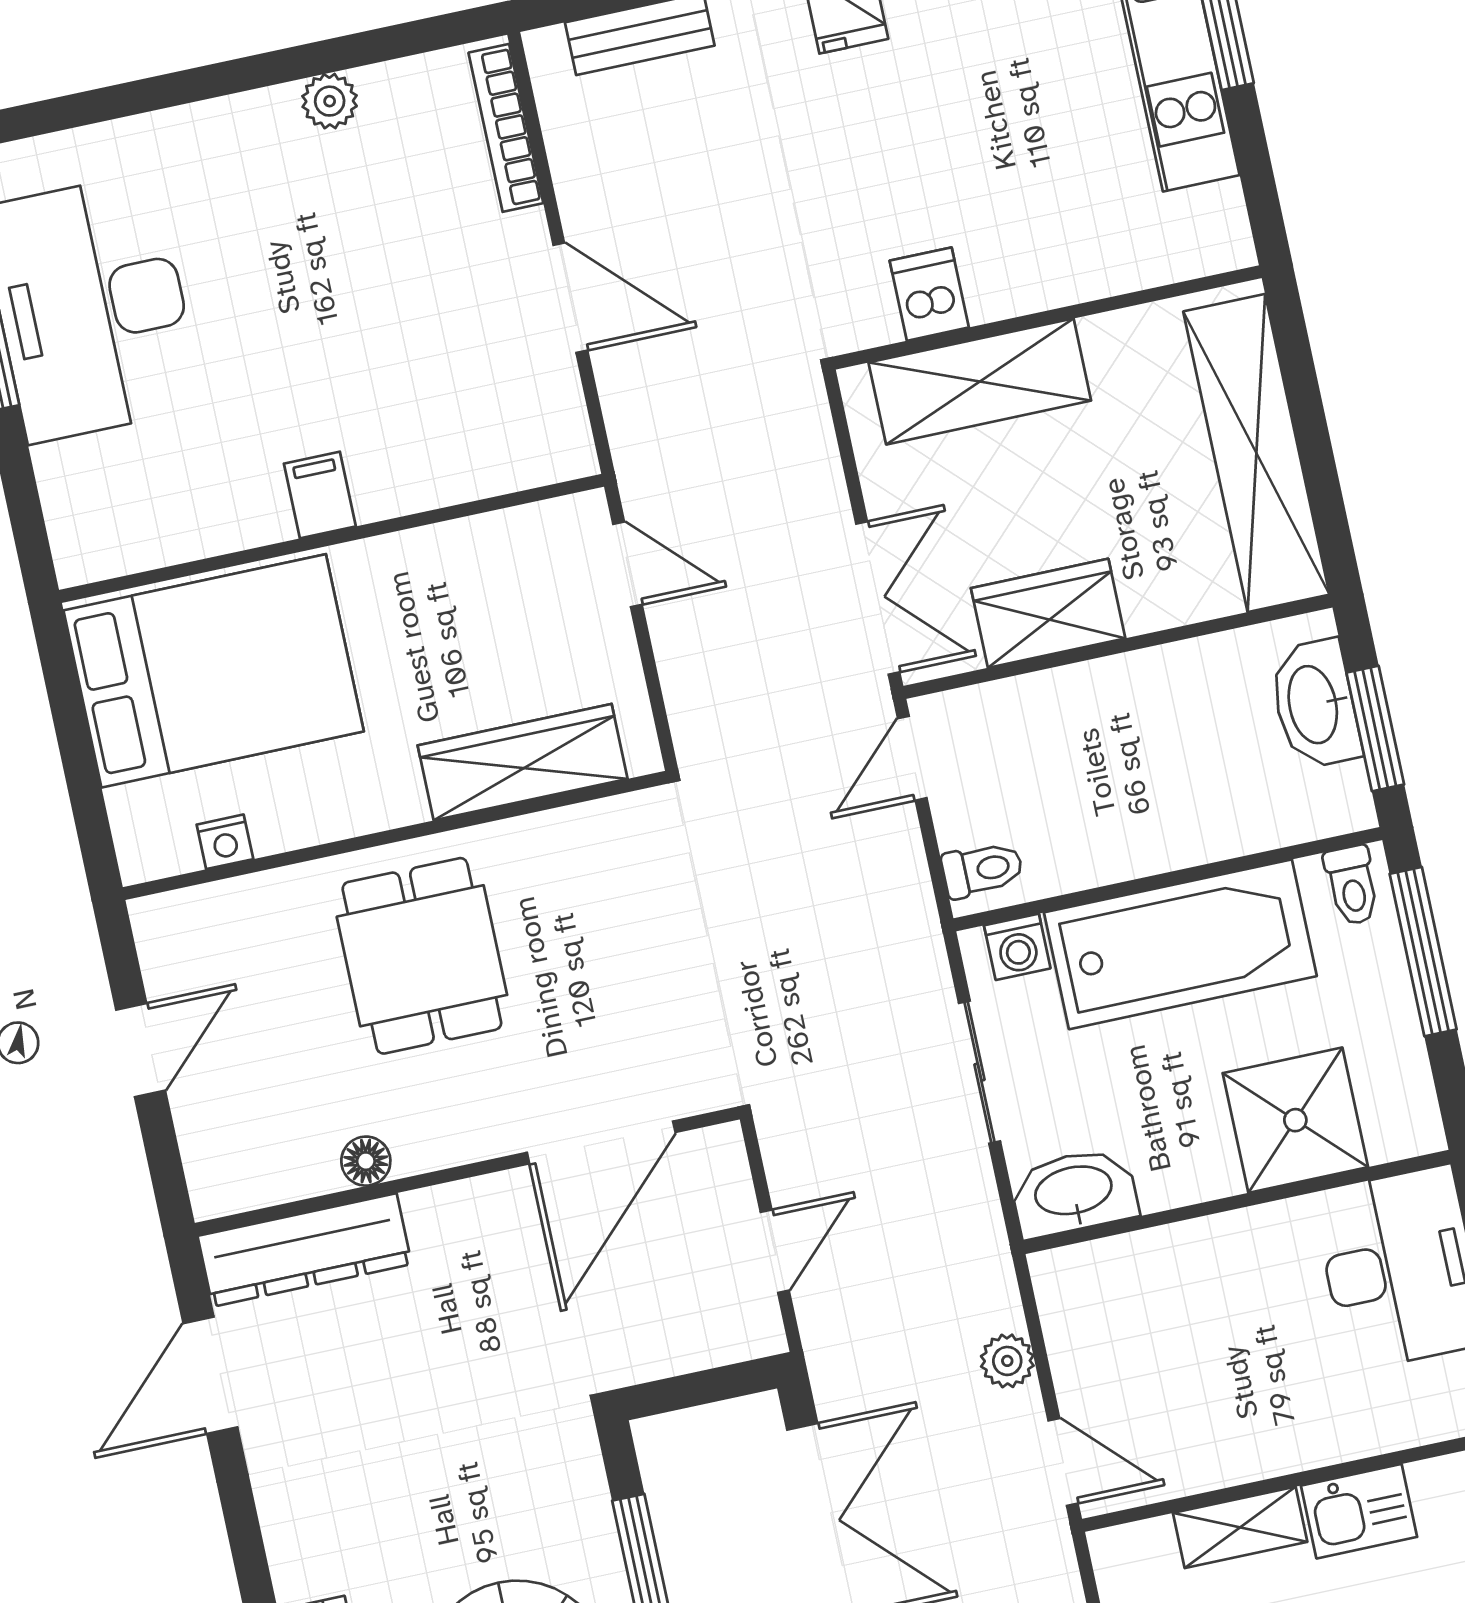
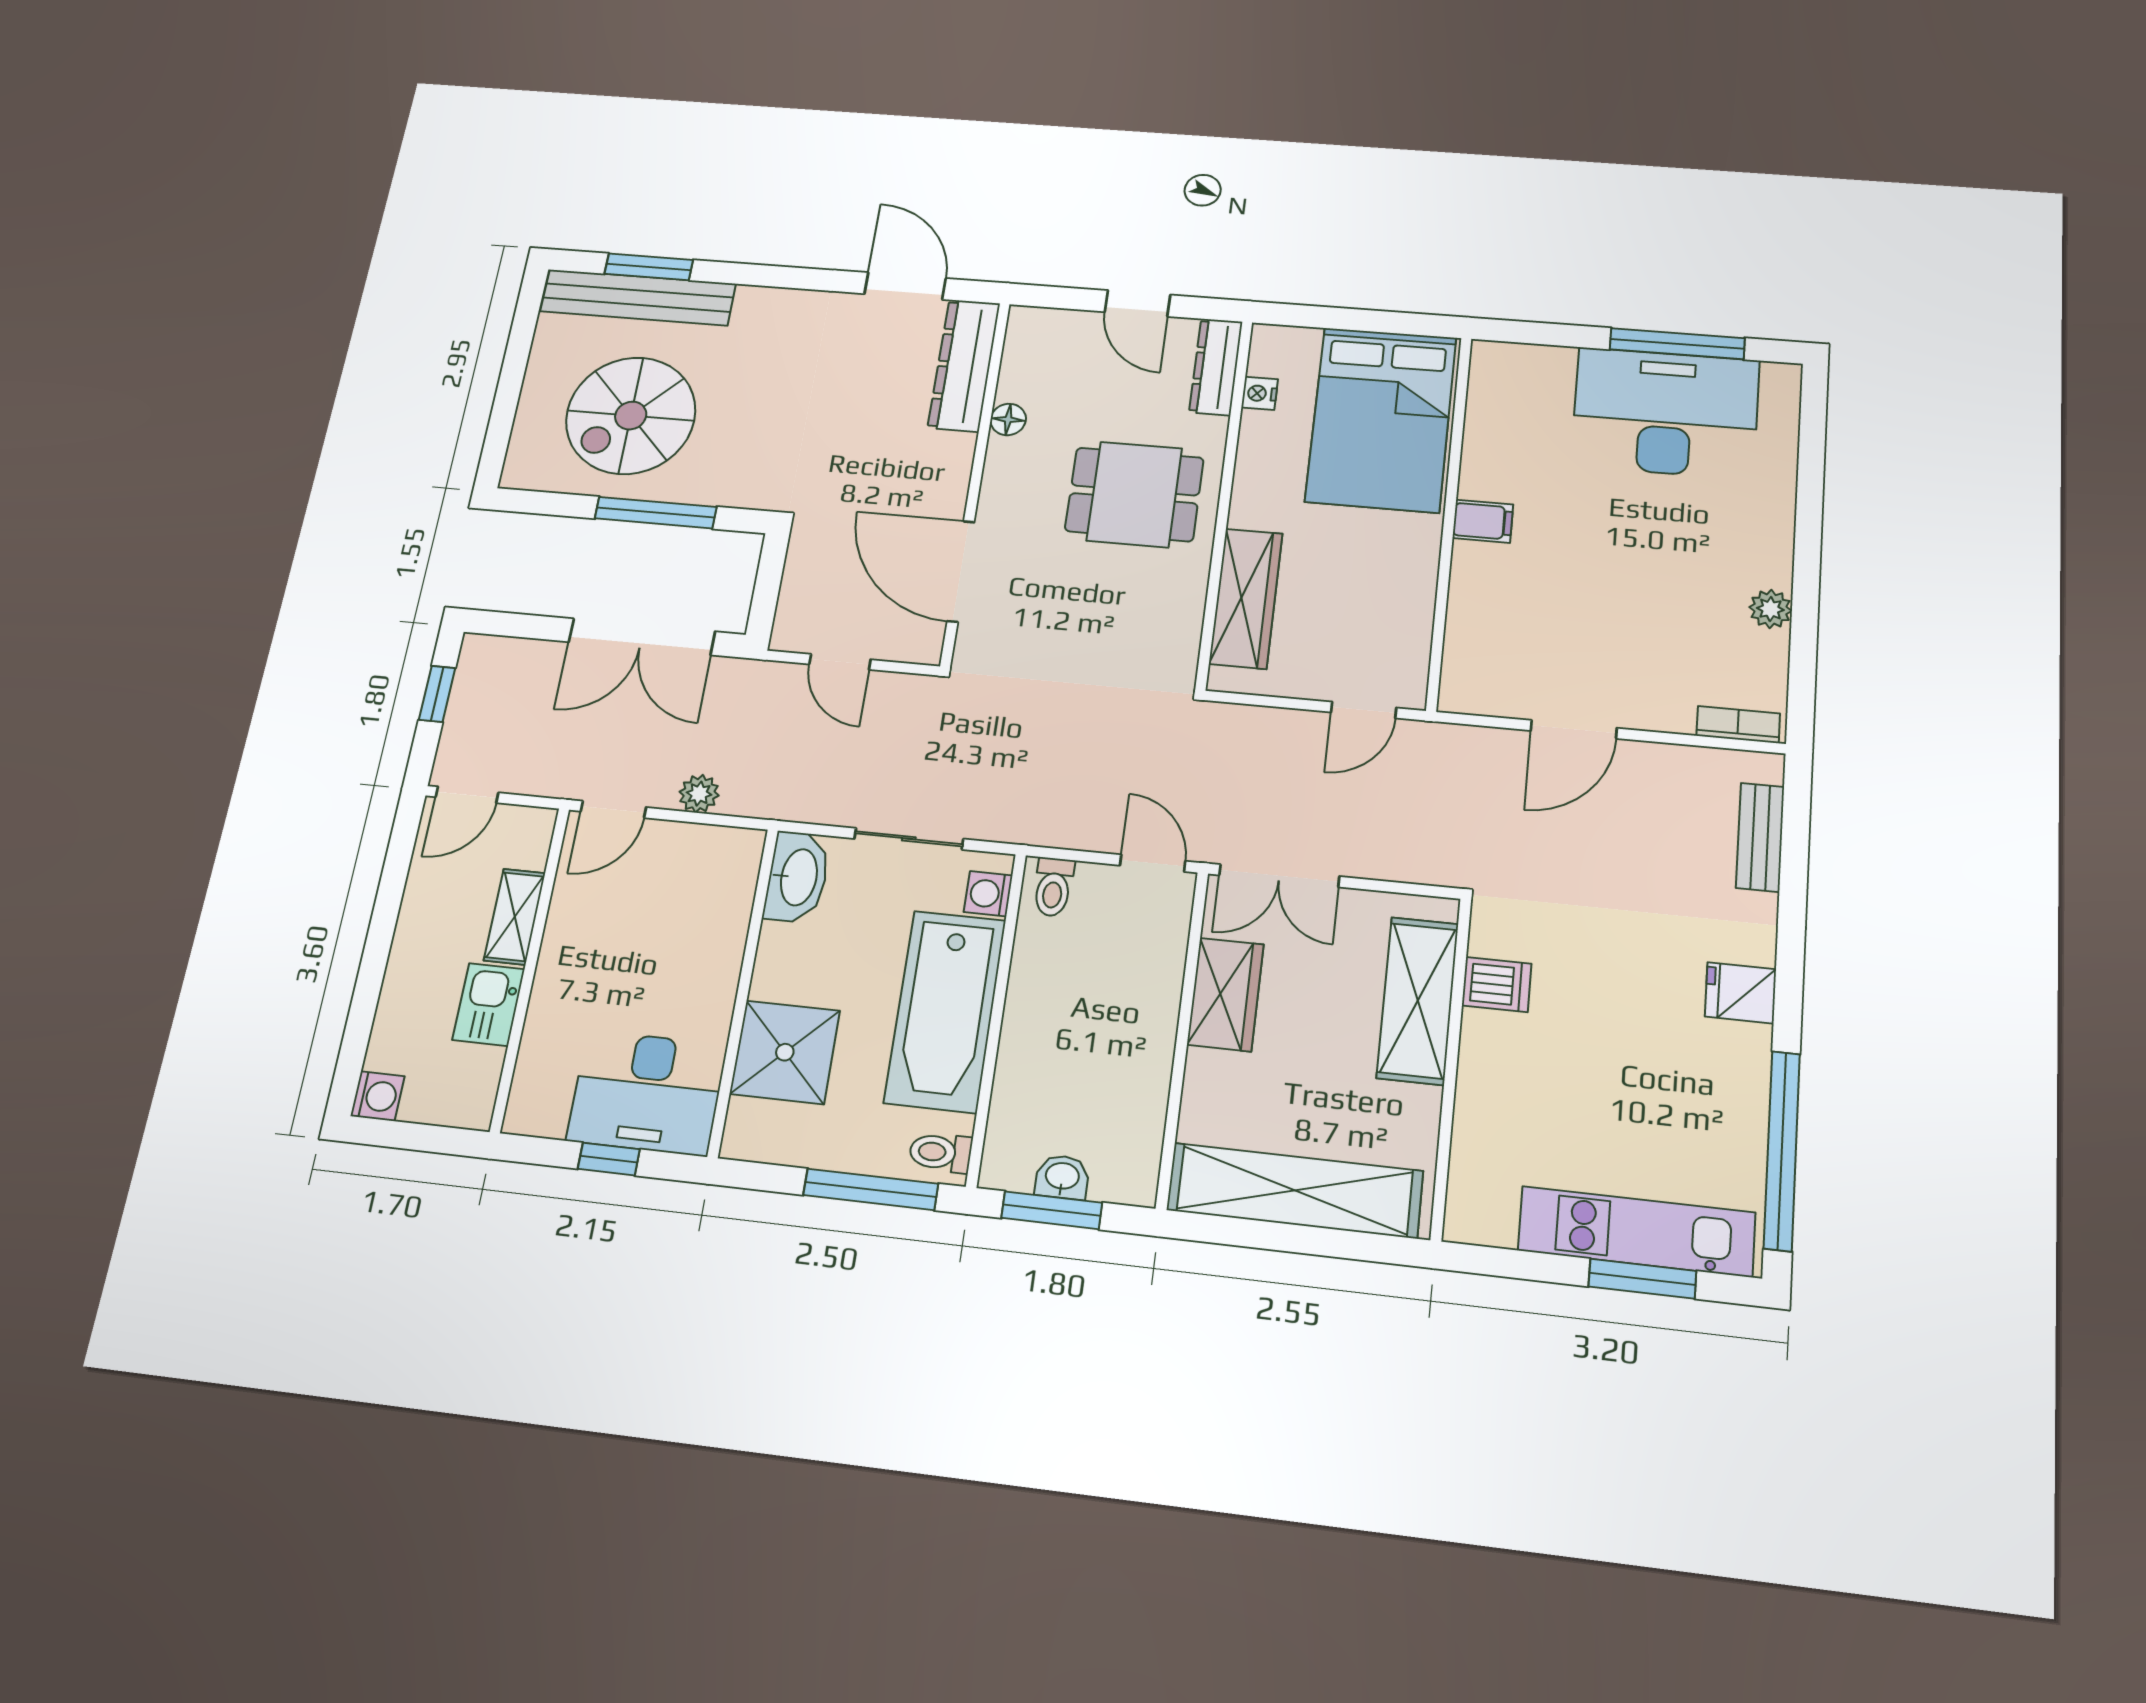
bookcase: (506, 128) -> (1738, 725), width x0.64
washbasin: (1315, 704) -> (1062, 1177), width x0.52, depth x0.69
dresser: (204, 913) -> (1216, 367), added

